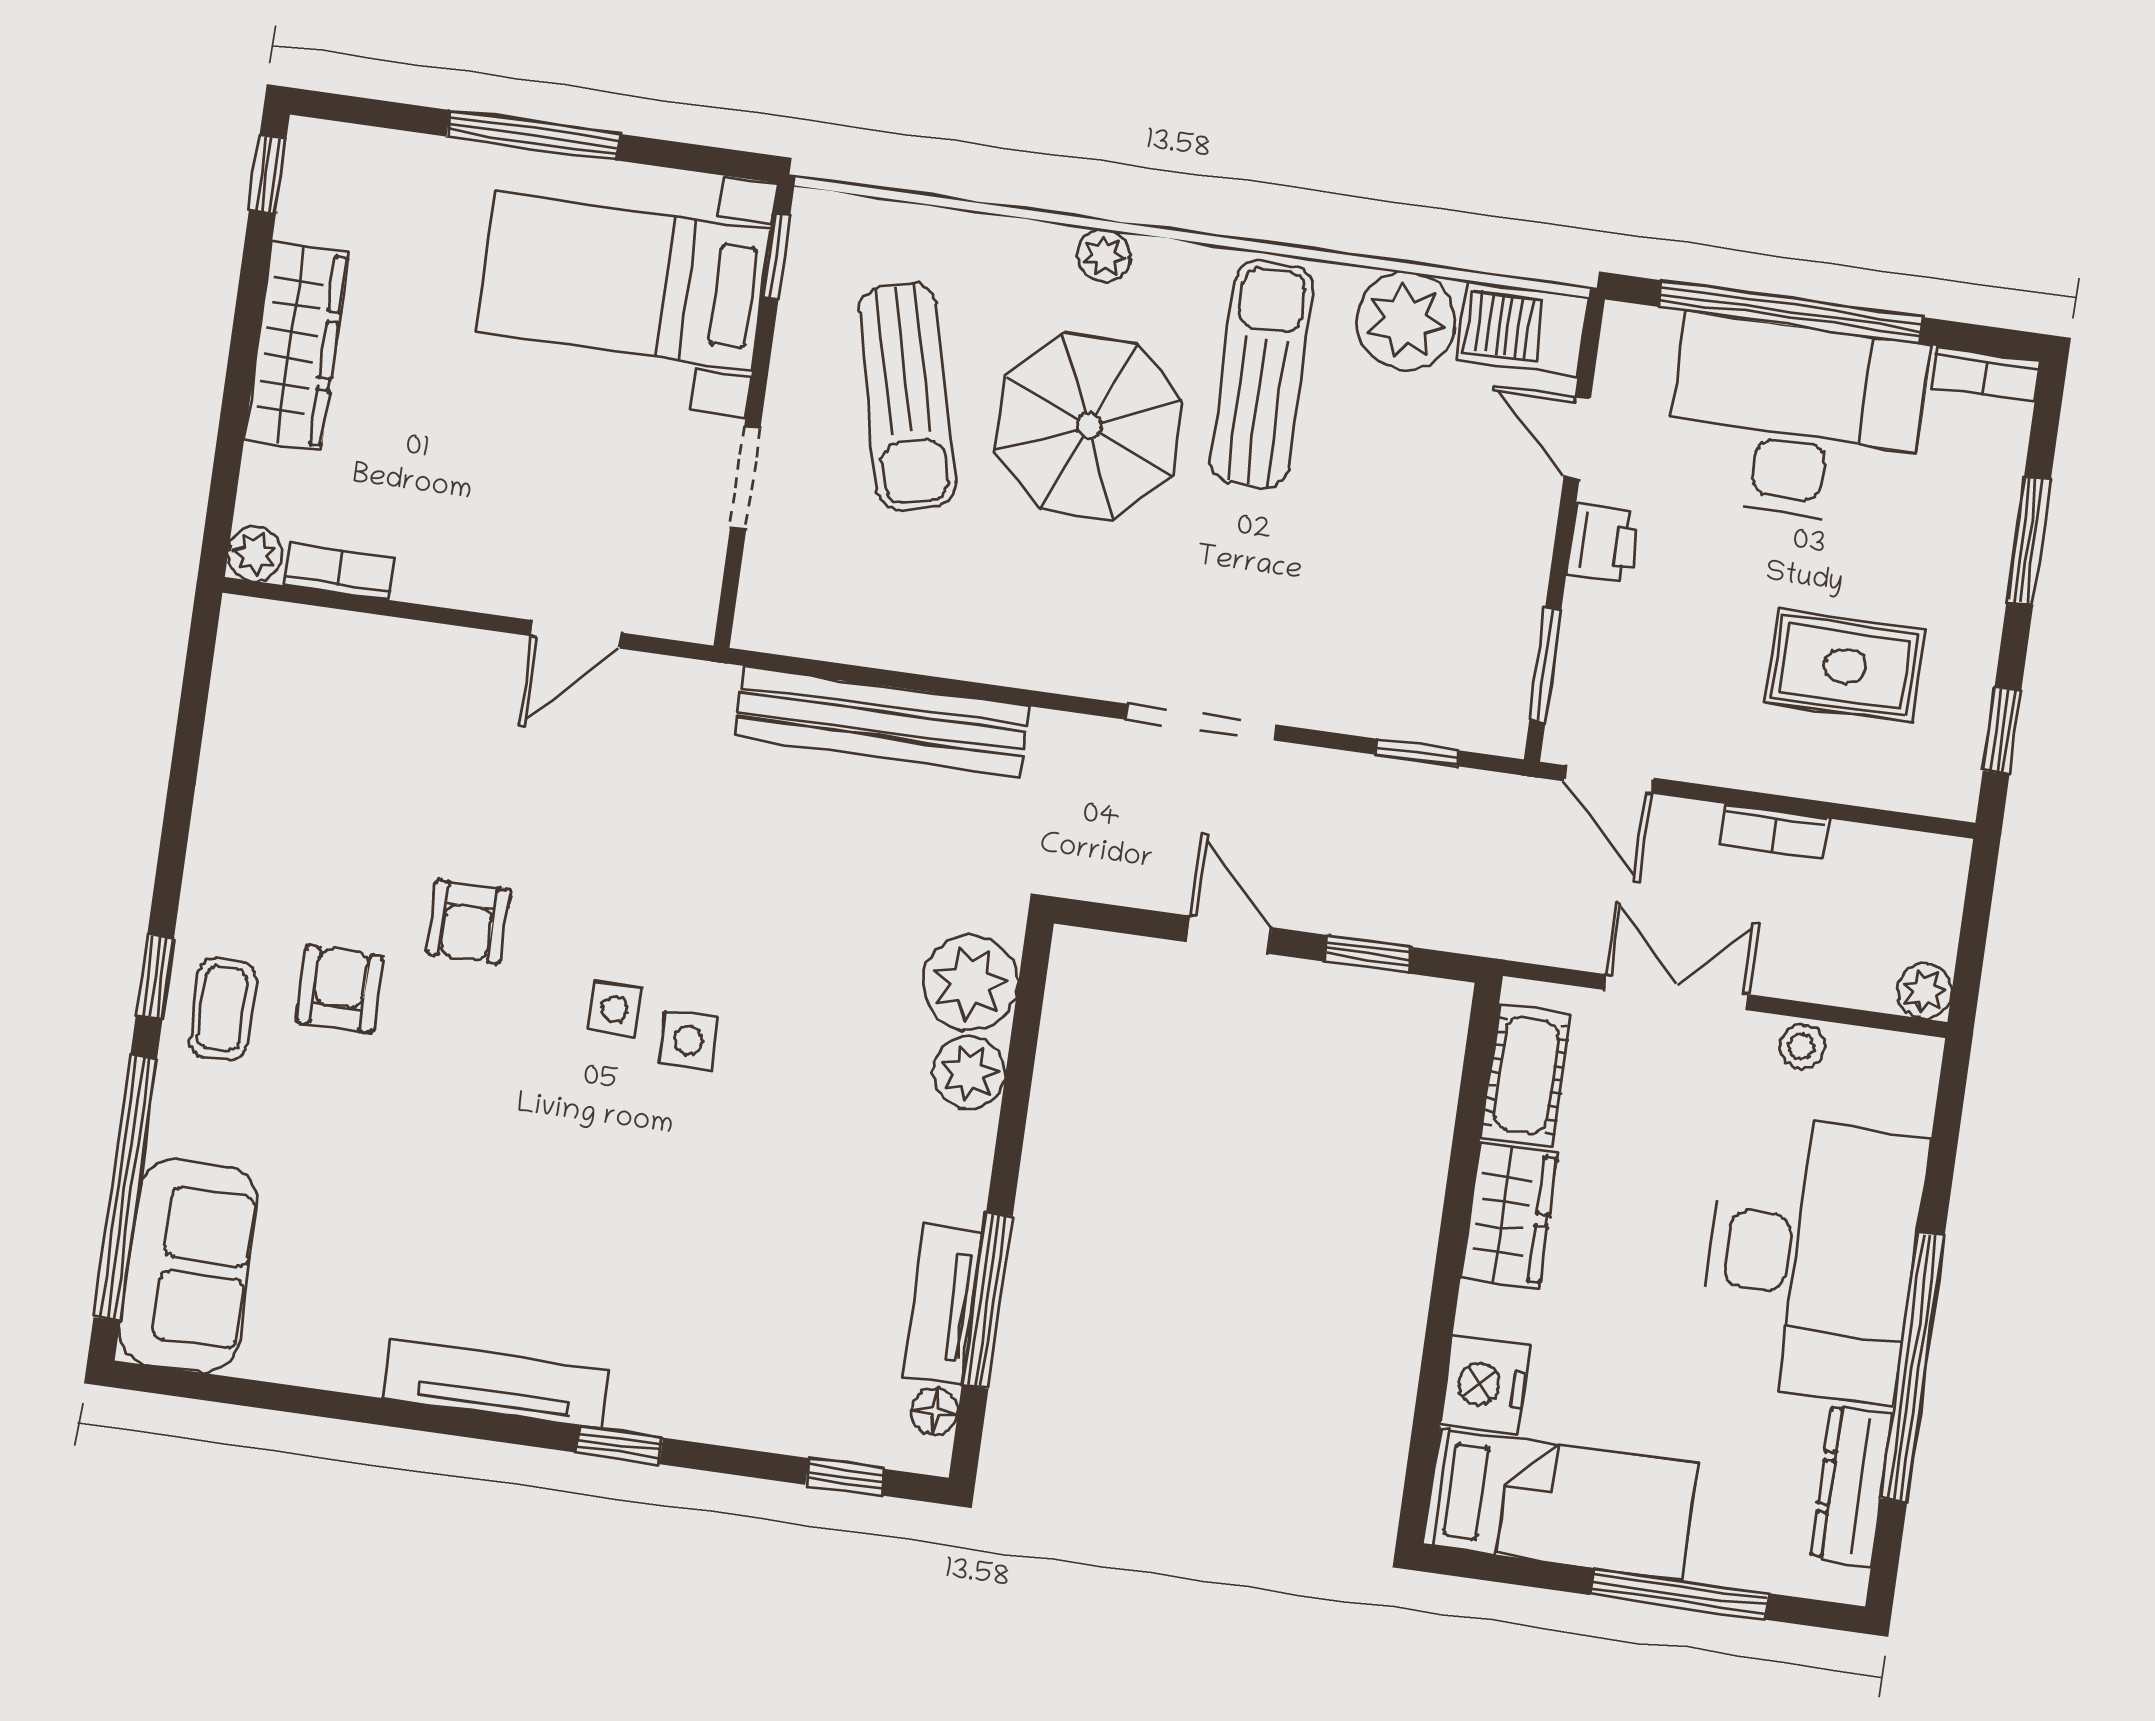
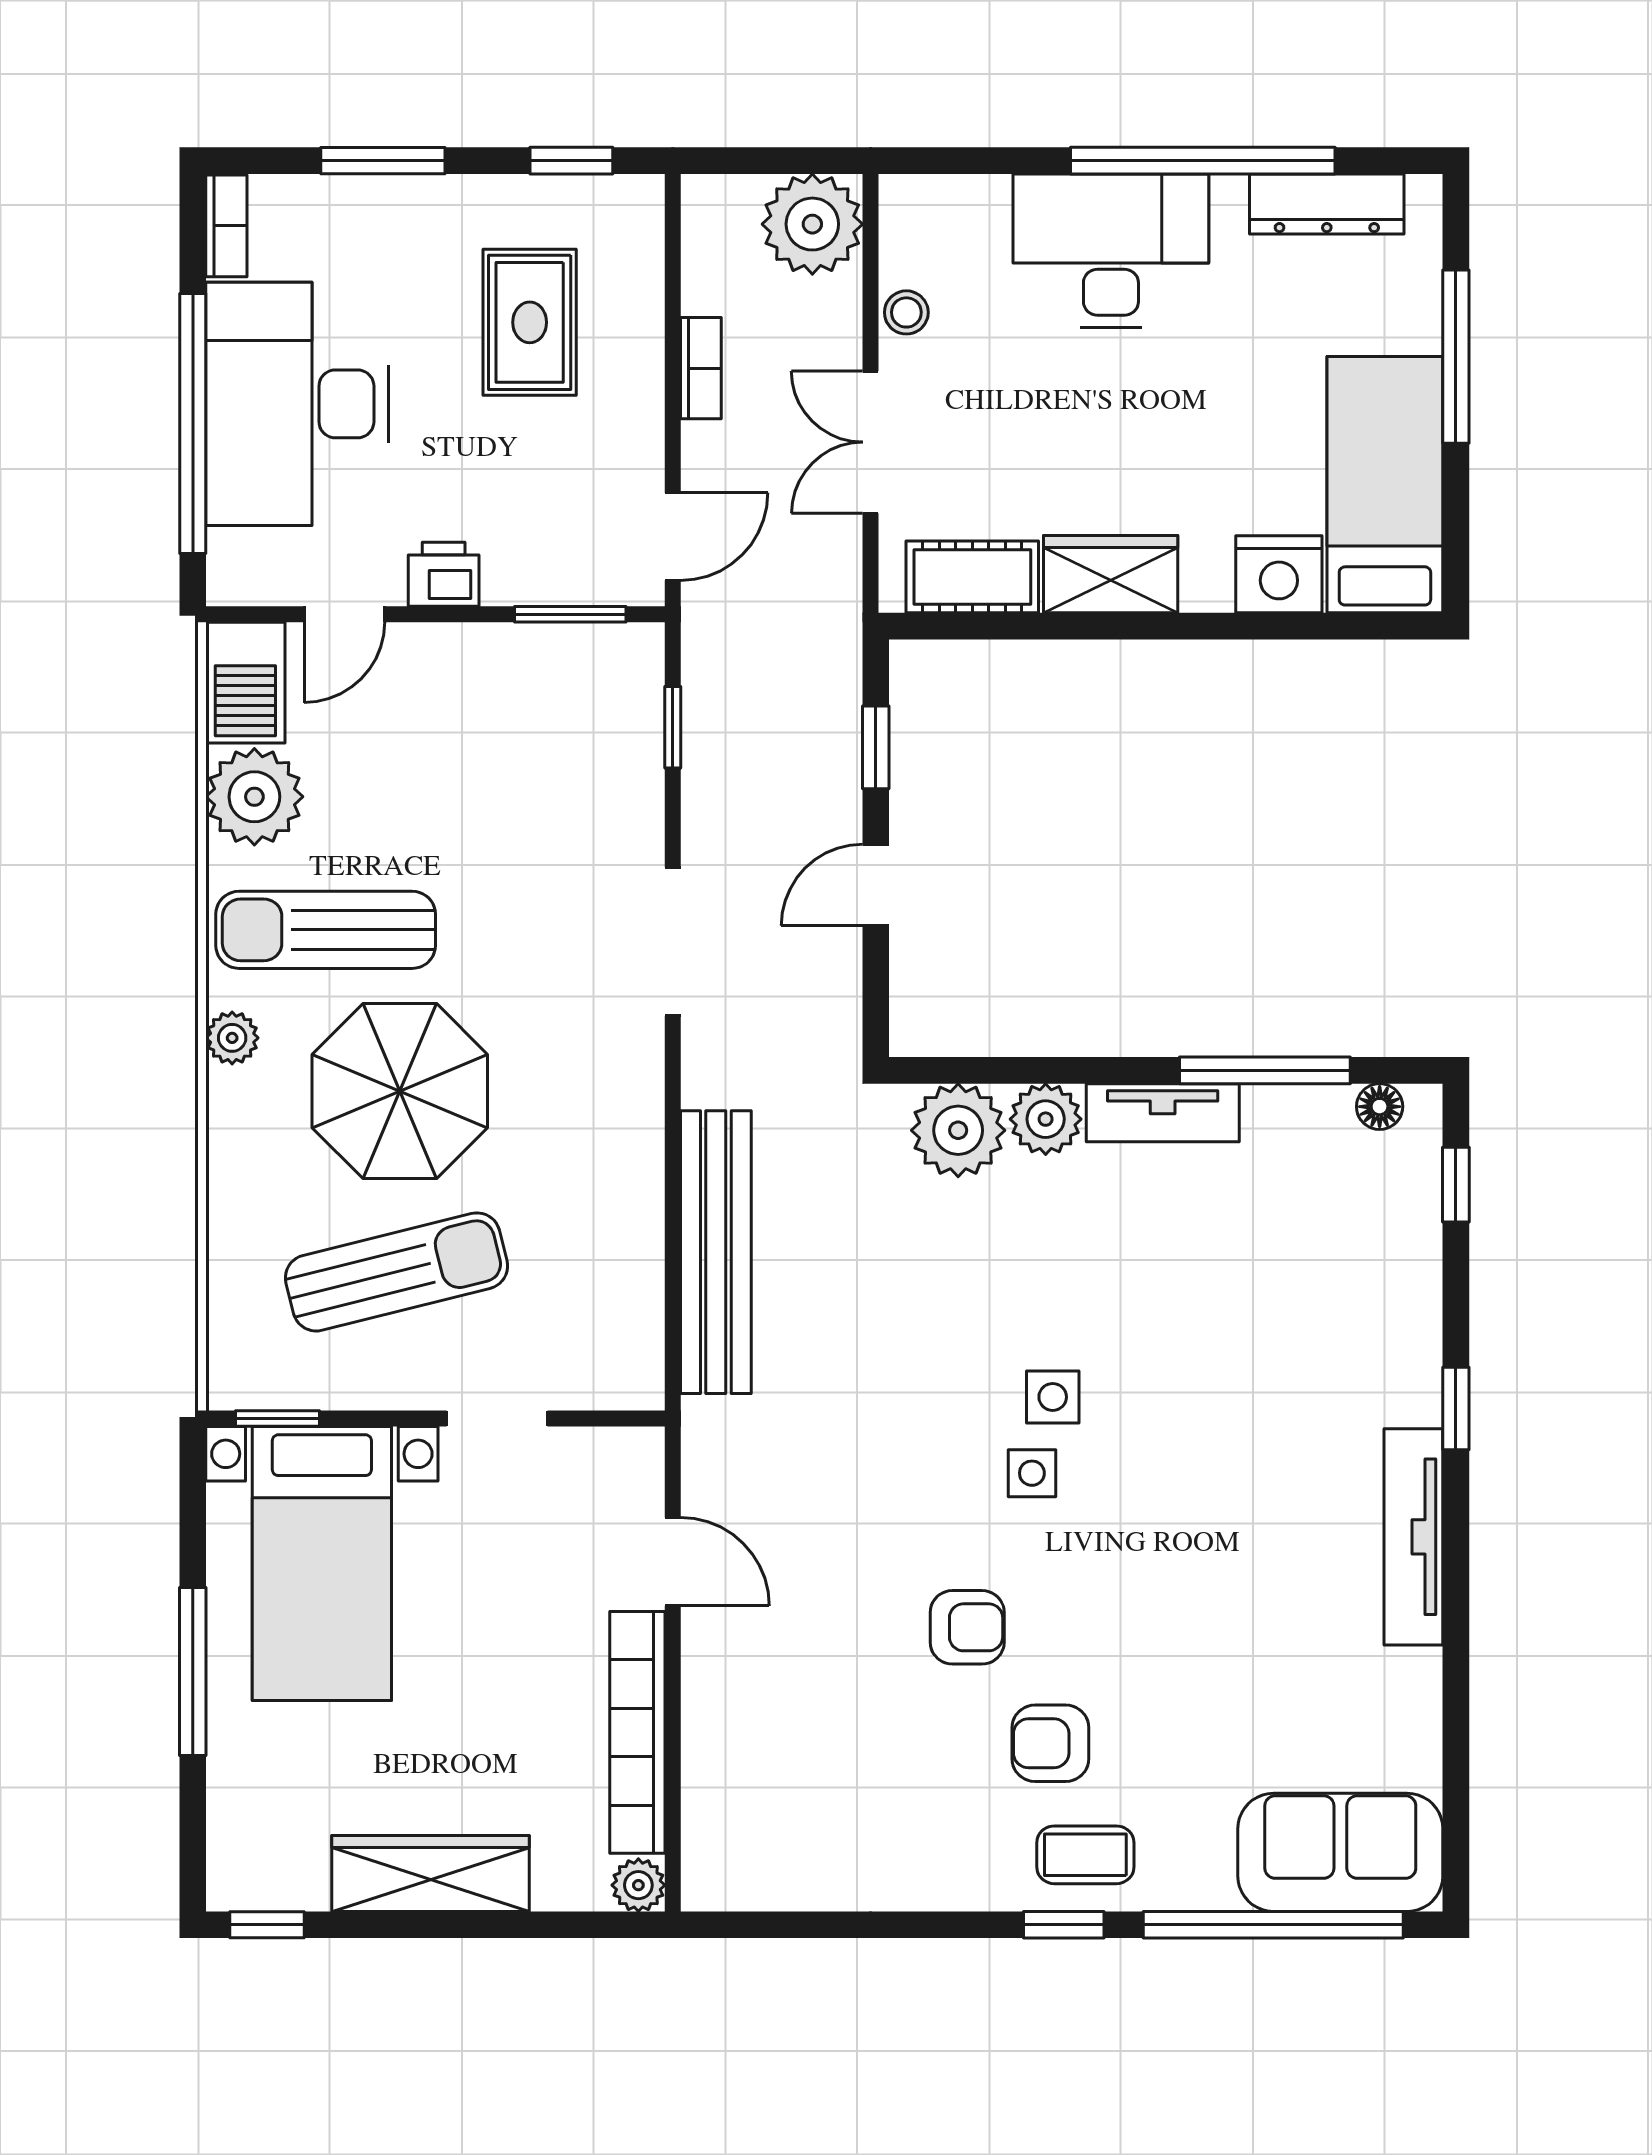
plant: (1104, 256) -> (232, 1038), moved
bookcase: (339, 571) -> (637, 1732), width x2.31, depth x1.31
plant: (1924, 991) -> (812, 224), width x1.87, depth x1.87
desk: (1812, 1258) -> (1111, 251), width x0.73, depth x0.77
tv unit: (943, 1305) -> (1163, 1113), moved

